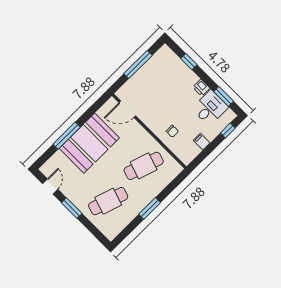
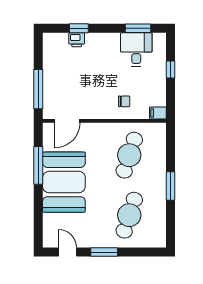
window: (138, 65) -> (38, 89), moved
printer: (201, 88) -> (77, 40), moved
window: (228, 131) -> (171, 70), moved
window: (67, 136) -> (38, 165), moved
filing cabinet: (202, 142) -> (158, 113), moved

